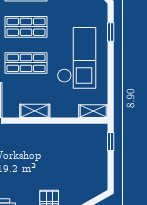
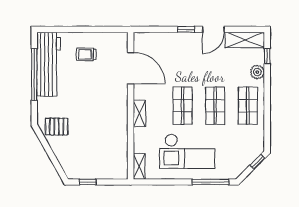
window: (111, 32) -> (210, 182), width x2.17
window: (111, 141) -> (88, 182), moved

